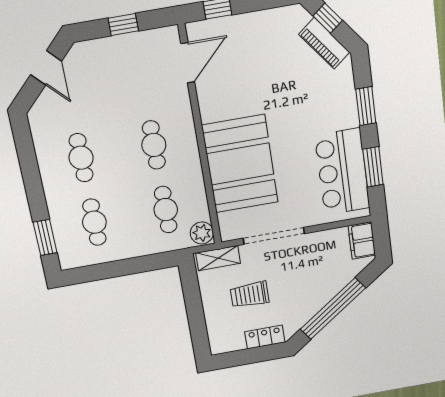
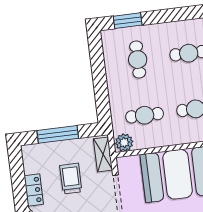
cafe table: (94, 222) -> (138, 60), turned 90
window: (195, 313) -> (58, 134), added

